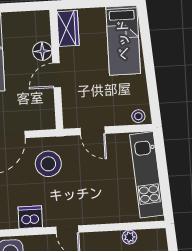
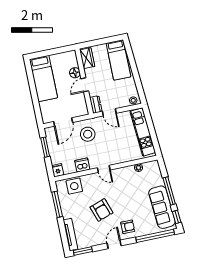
dresser: (71, 113) -> (96, 105), added

